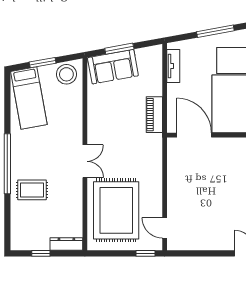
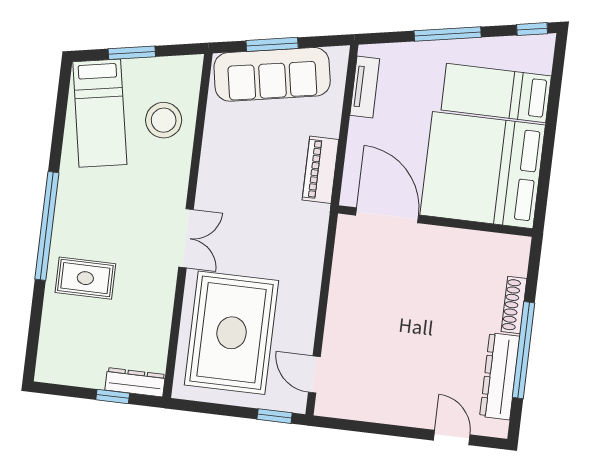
sofa: (113, 67) -> (272, 74), width x1.36
stool: (66, 74) -> (164, 120), moved
window: (41, 253) -> (113, 396), moved

